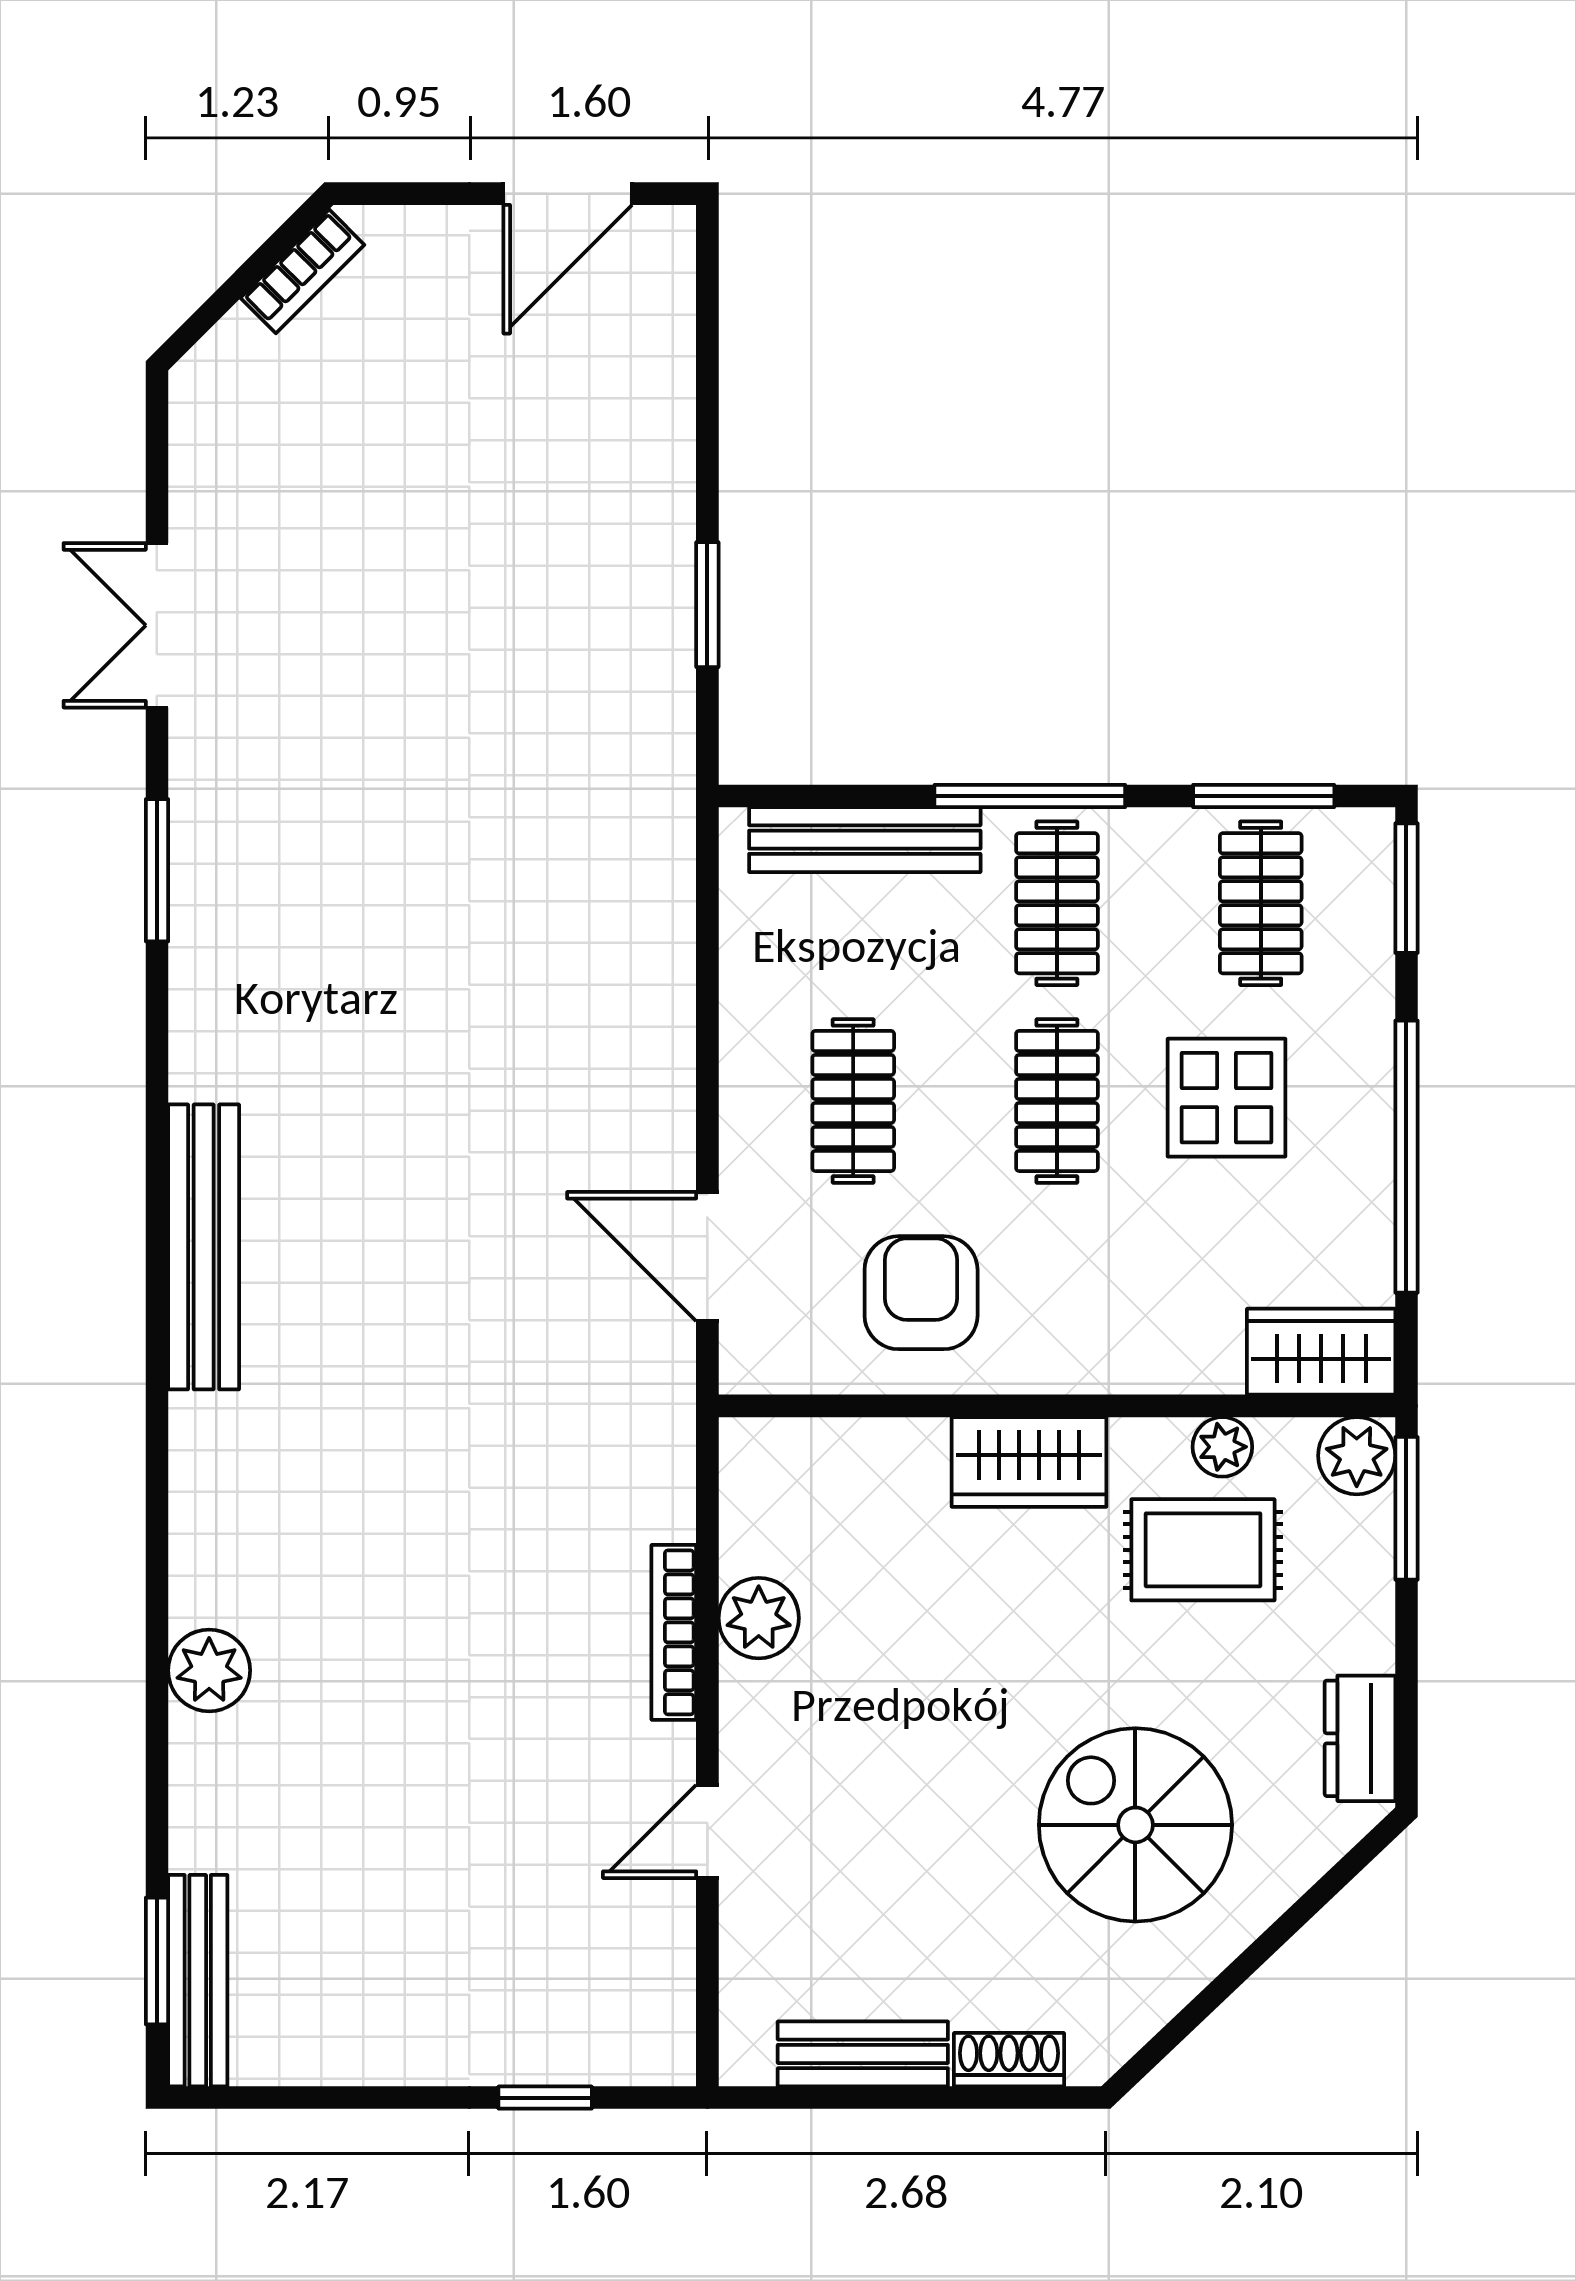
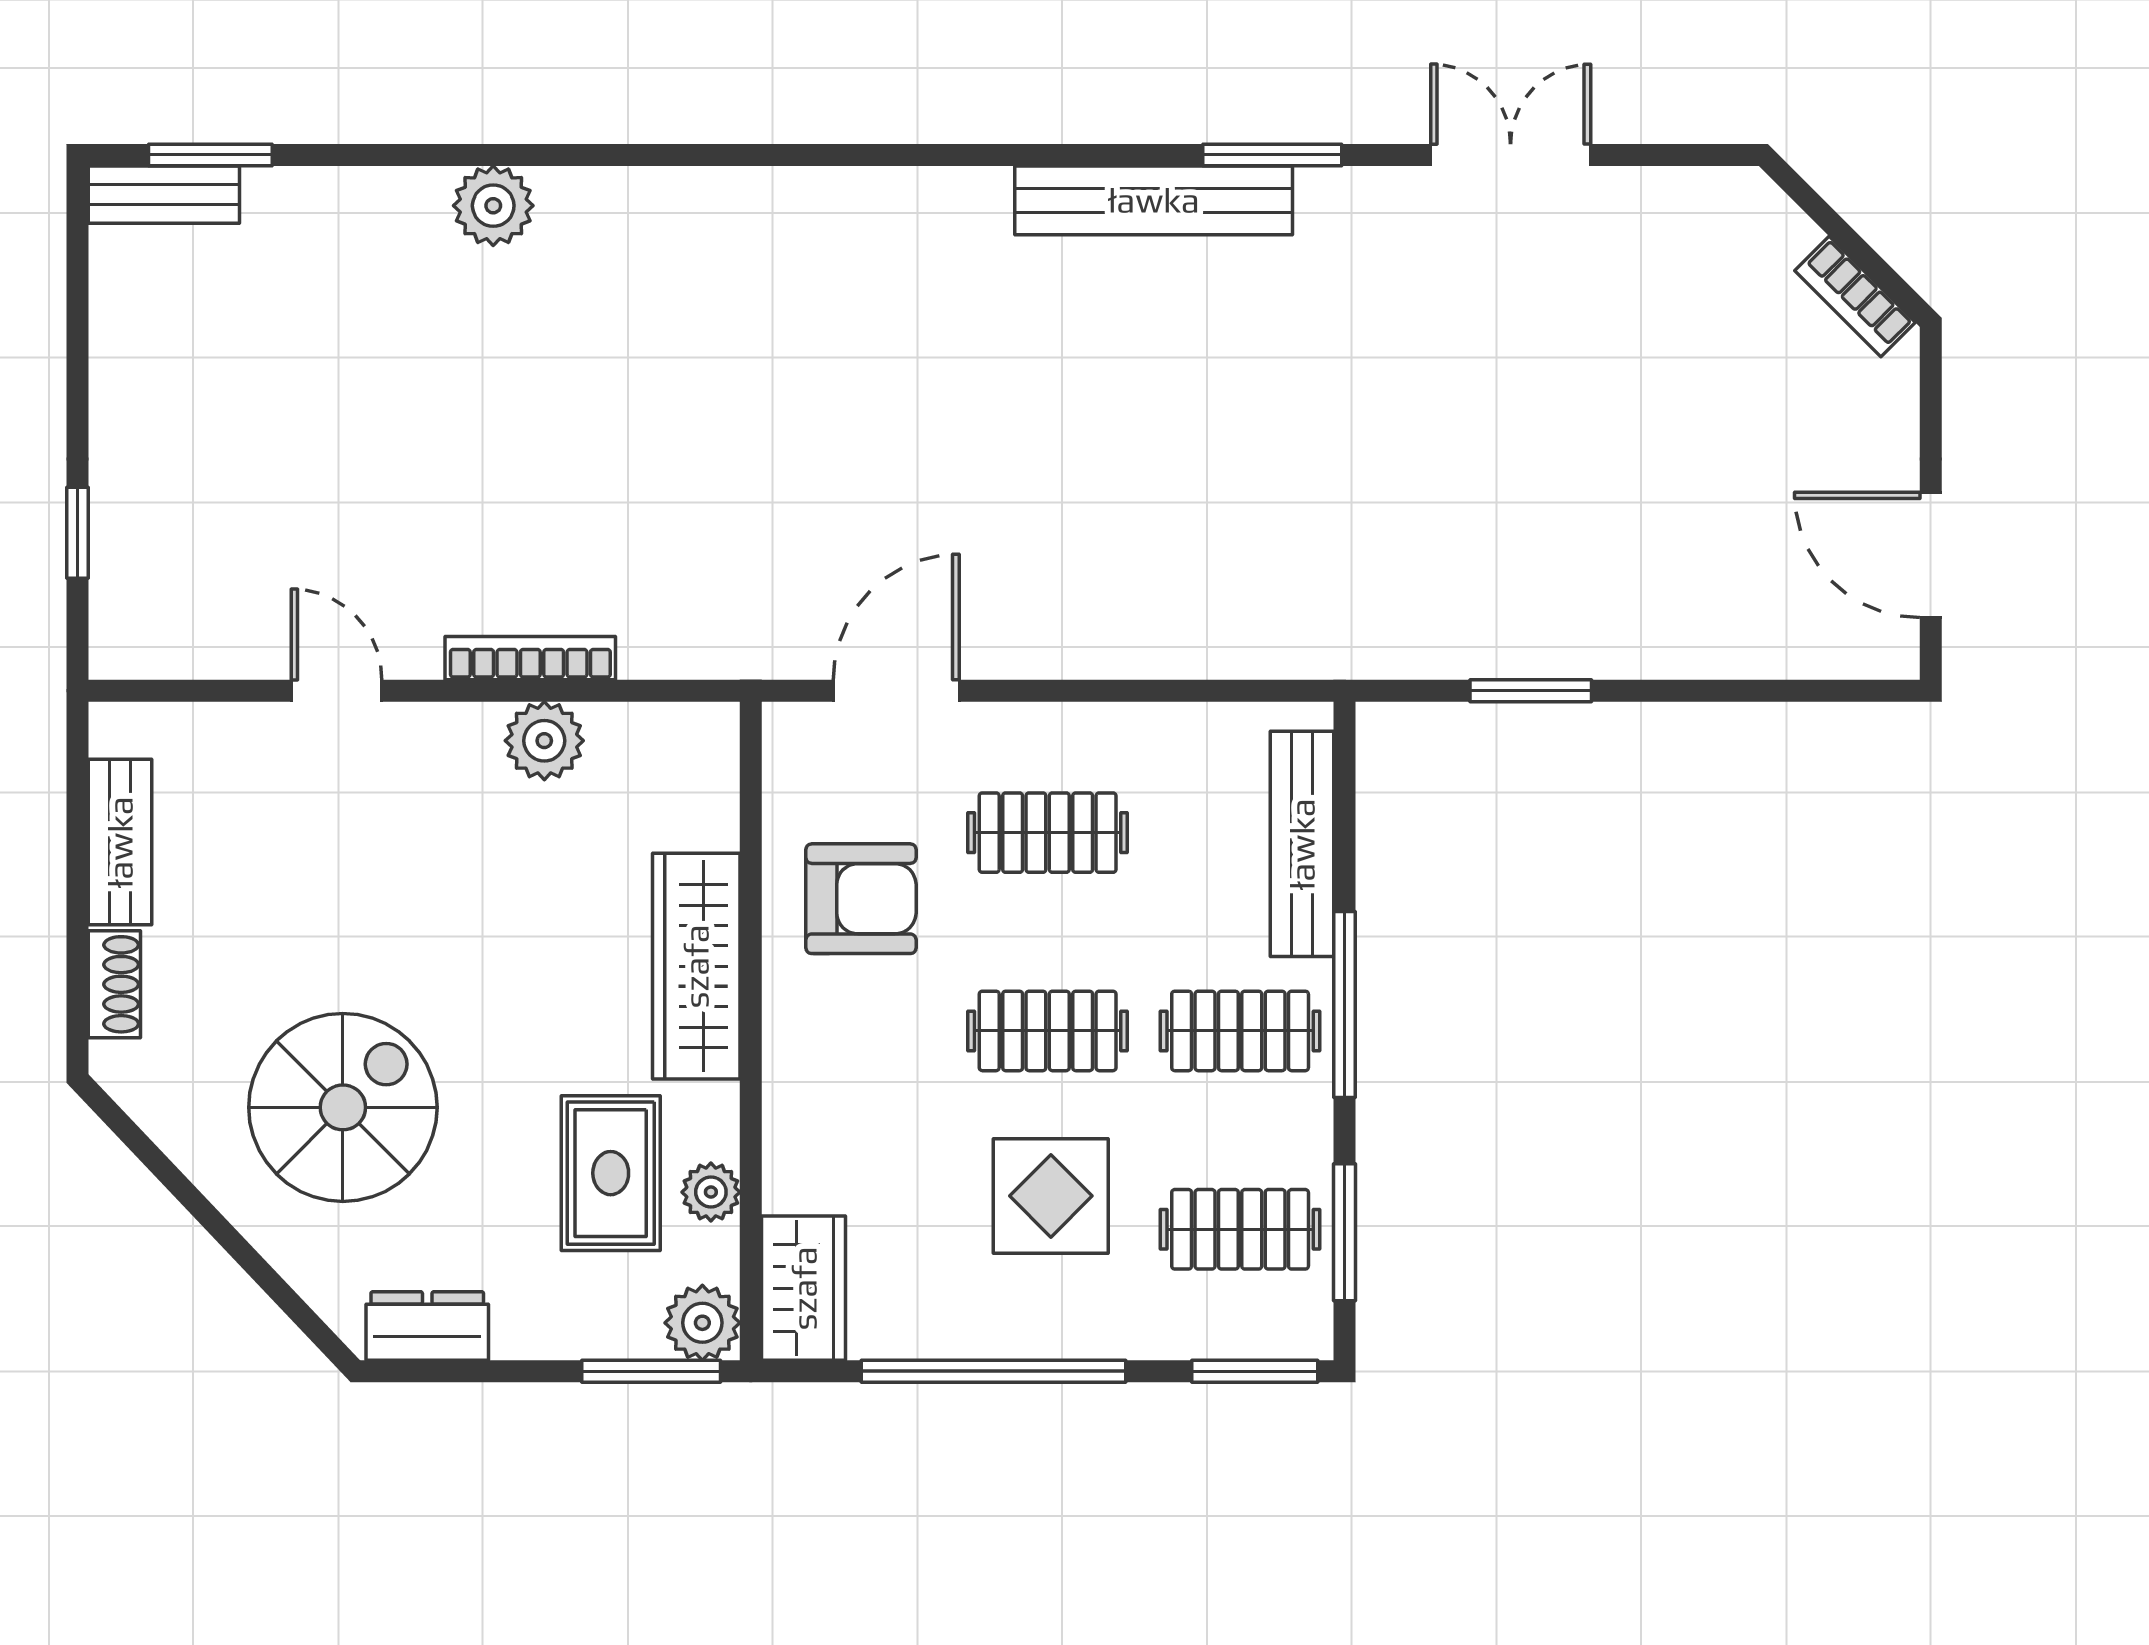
bench: (204, 1247) -> (1154, 200), moved
wardrobe: (1029, 1462) -> (696, 966), width x1.50
bench: (198, 1981) -> (164, 195), width x0.73

